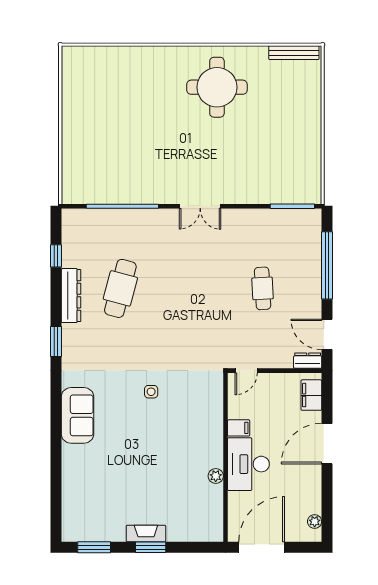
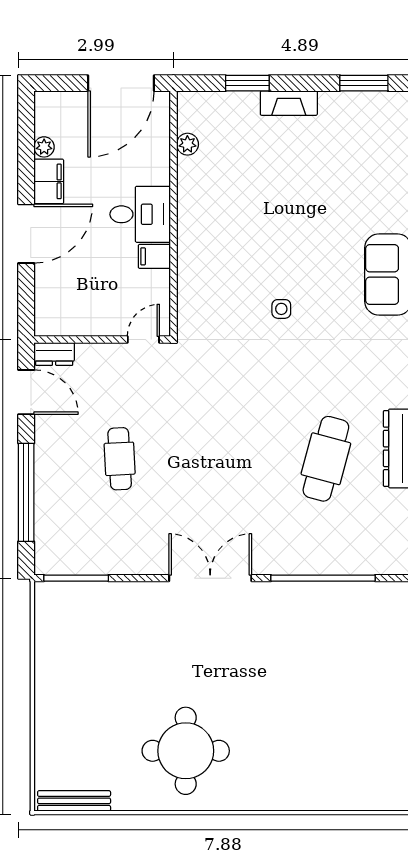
double door: (200, 206) -> (210, 578), width x1.37
filing cabinet: (311, 395) -> (49, 181), moved
desk: (248, 464) -> (140, 214), width x0.73
plant: (216, 476) -> (187, 144), moved
plant: (315, 521) -> (44, 147), moved
window: (151, 547) -> (247, 83), moved

